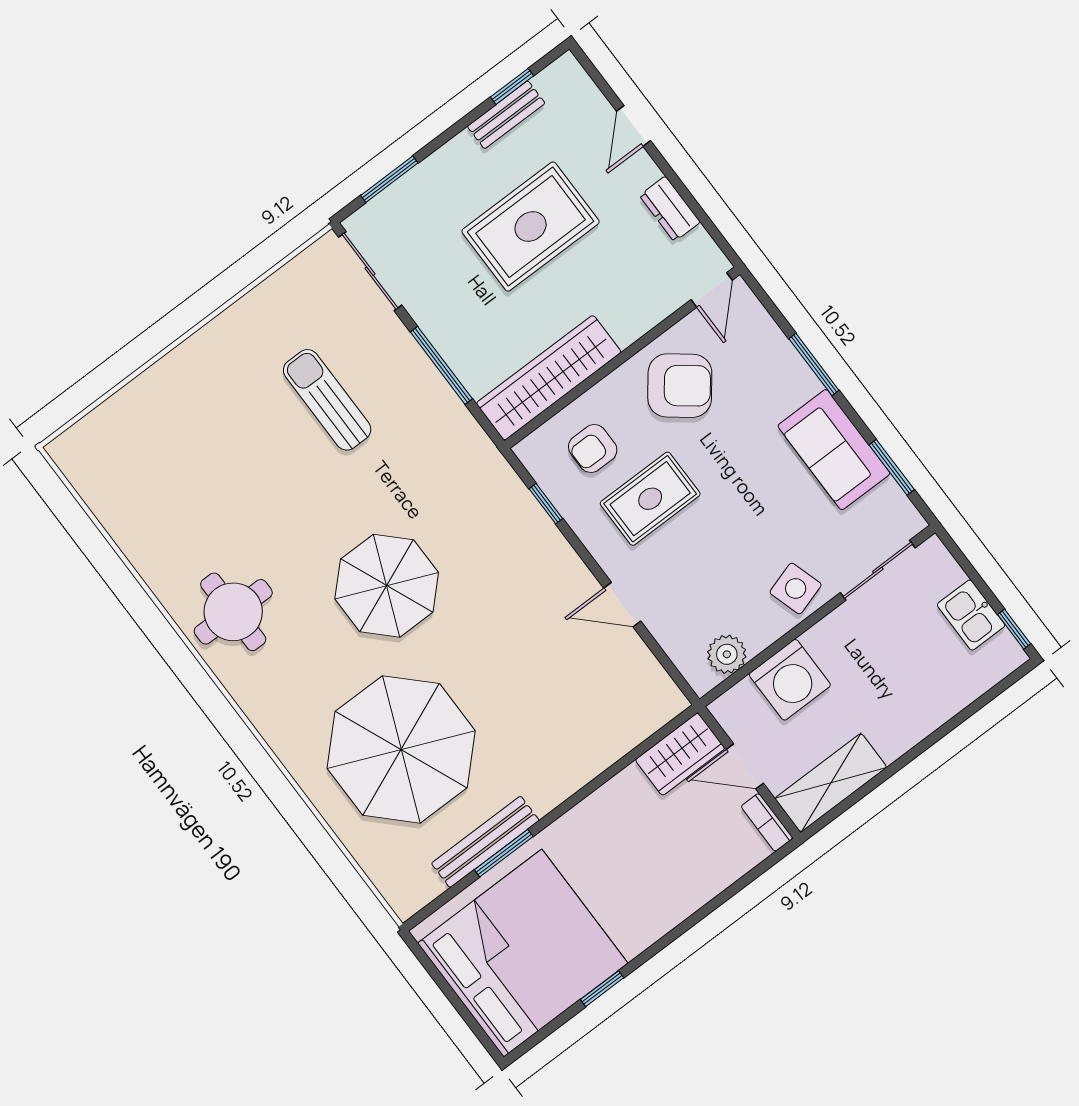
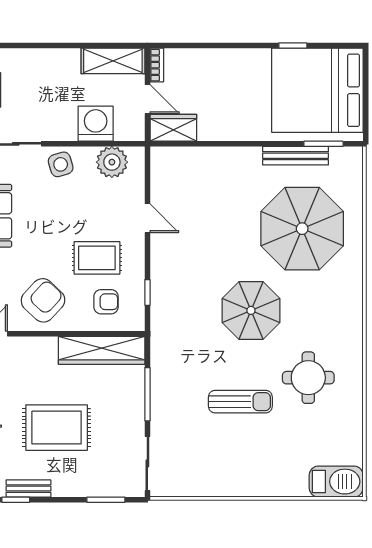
armchair: (680, 386) -> (43, 300), turned 95
sun lounger: (327, 400) -> (240, 402), moved, turned -90
barbecue: (95, 441) -> (336, 482), added
round table: (233, 612) -> (308, 378), moved
plant: (727, 654) -> (112, 162), width x1.36, depth x1.36
window: (504, 853) -> (323, 144), moved

